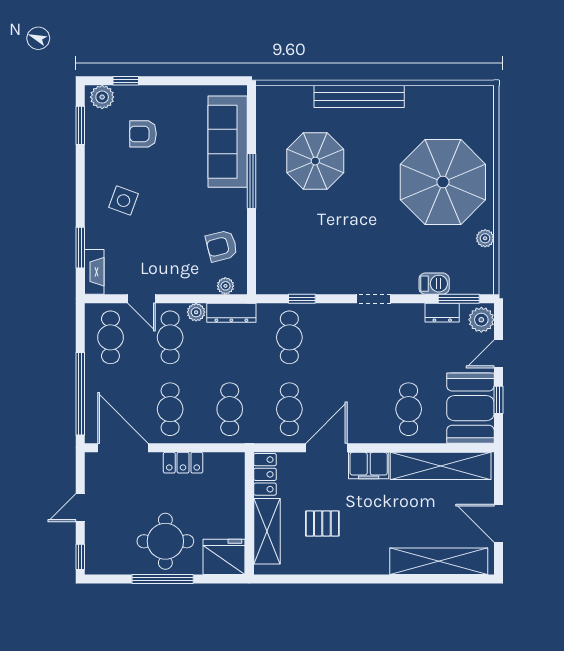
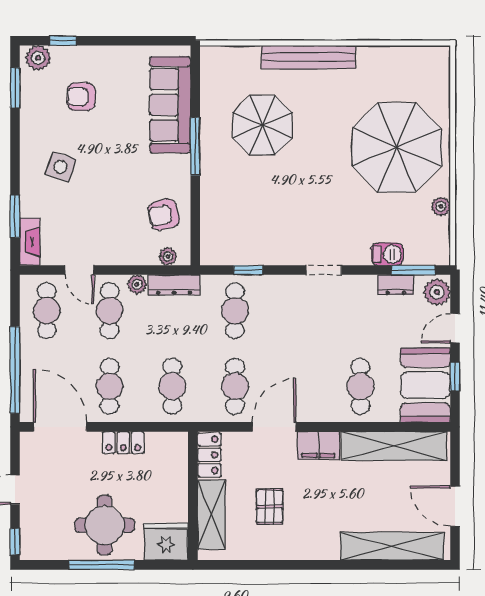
pallet: (322, 523) -> (270, 506), turned 90

